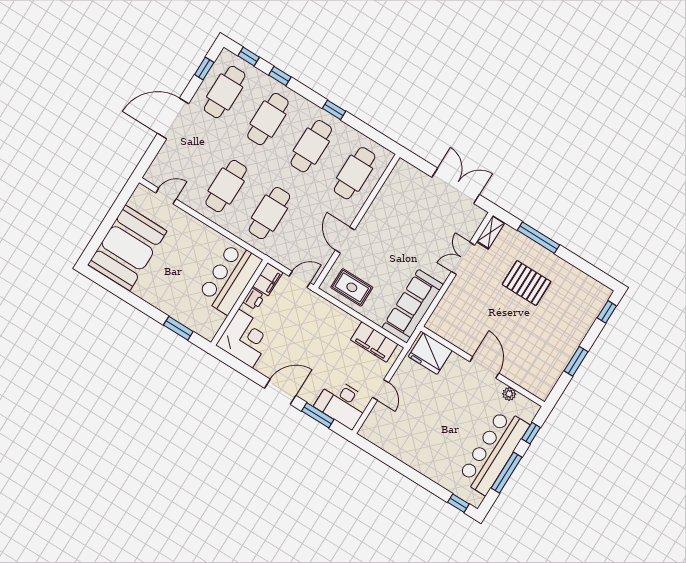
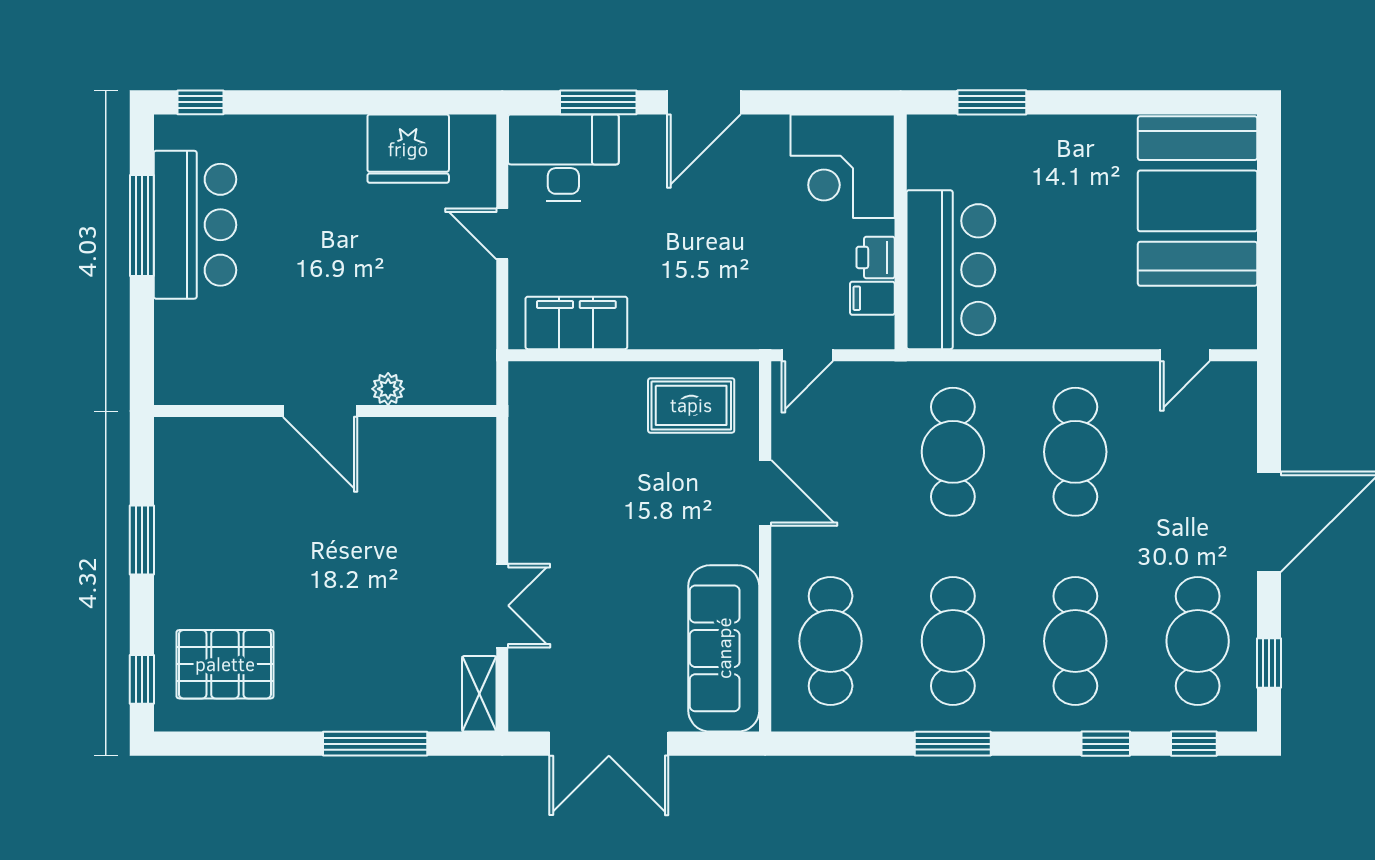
window: (334, 110) -> (953, 744), width x1.50
filing cabinet: (268, 279) -> (872, 298), width x0.50
pallet: (526, 283) -> (225, 664), moved
sofa: (413, 306) -> (724, 648), moved, turned 180
fridge: (430, 353) -> (408, 149), moved, turned 180
plant: (509, 394) -> (388, 389), moved
window: (531, 433) -> (142, 337), removed
bar counter: (493, 452) -> (195, 225), width x0.73

